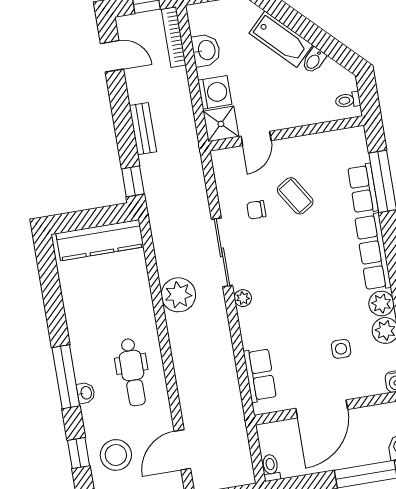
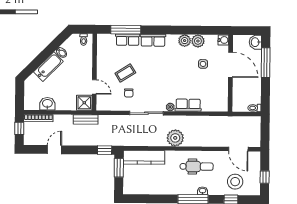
door: (112, 56) -> (54, 150), moved
washing machine: (215, 92) -> (68, 103), removed
bench: (143, 129) -> (86, 120), moved
window: (102, 216) -> (119, 168), added
kitchen counter: (100, 240) -> (144, 157), moved, turned 90
row of seats: (373, 252) -> (153, 40), width x0.68
plant: (178, 295) -> (175, 138), moved
row of seats: (260, 375) -> (188, 105), moved
door: (322, 409) -> (230, 65), moved

